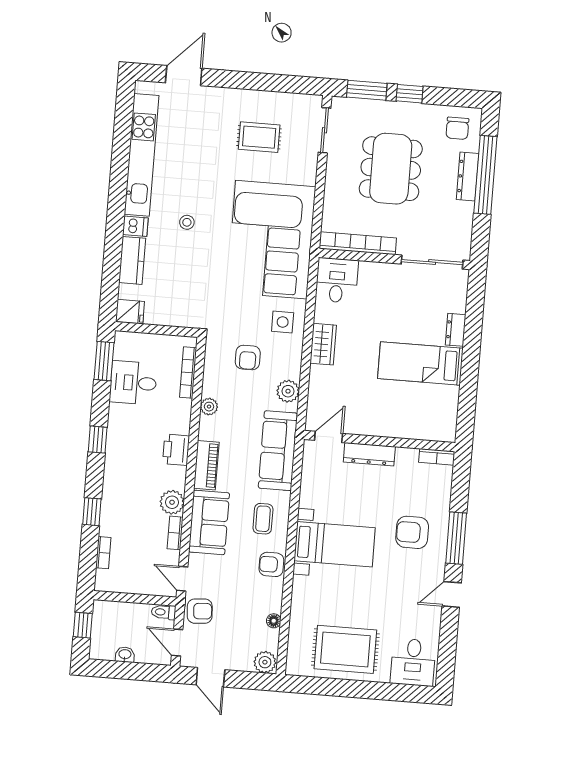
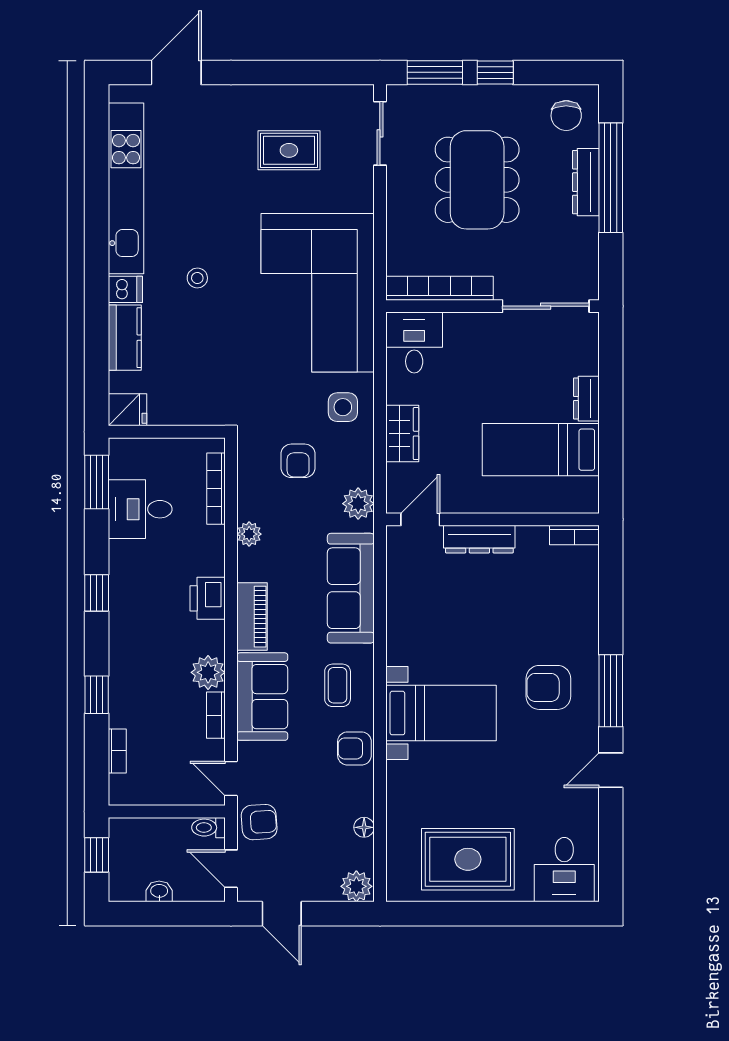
door: (329, 437) -> (420, 519), moved
wall: (380, 441) -> (492, 519), moved
dresser: (369, 454) -> (479, 539), moved
bookcase: (437, 457) -> (574, 535), moved

